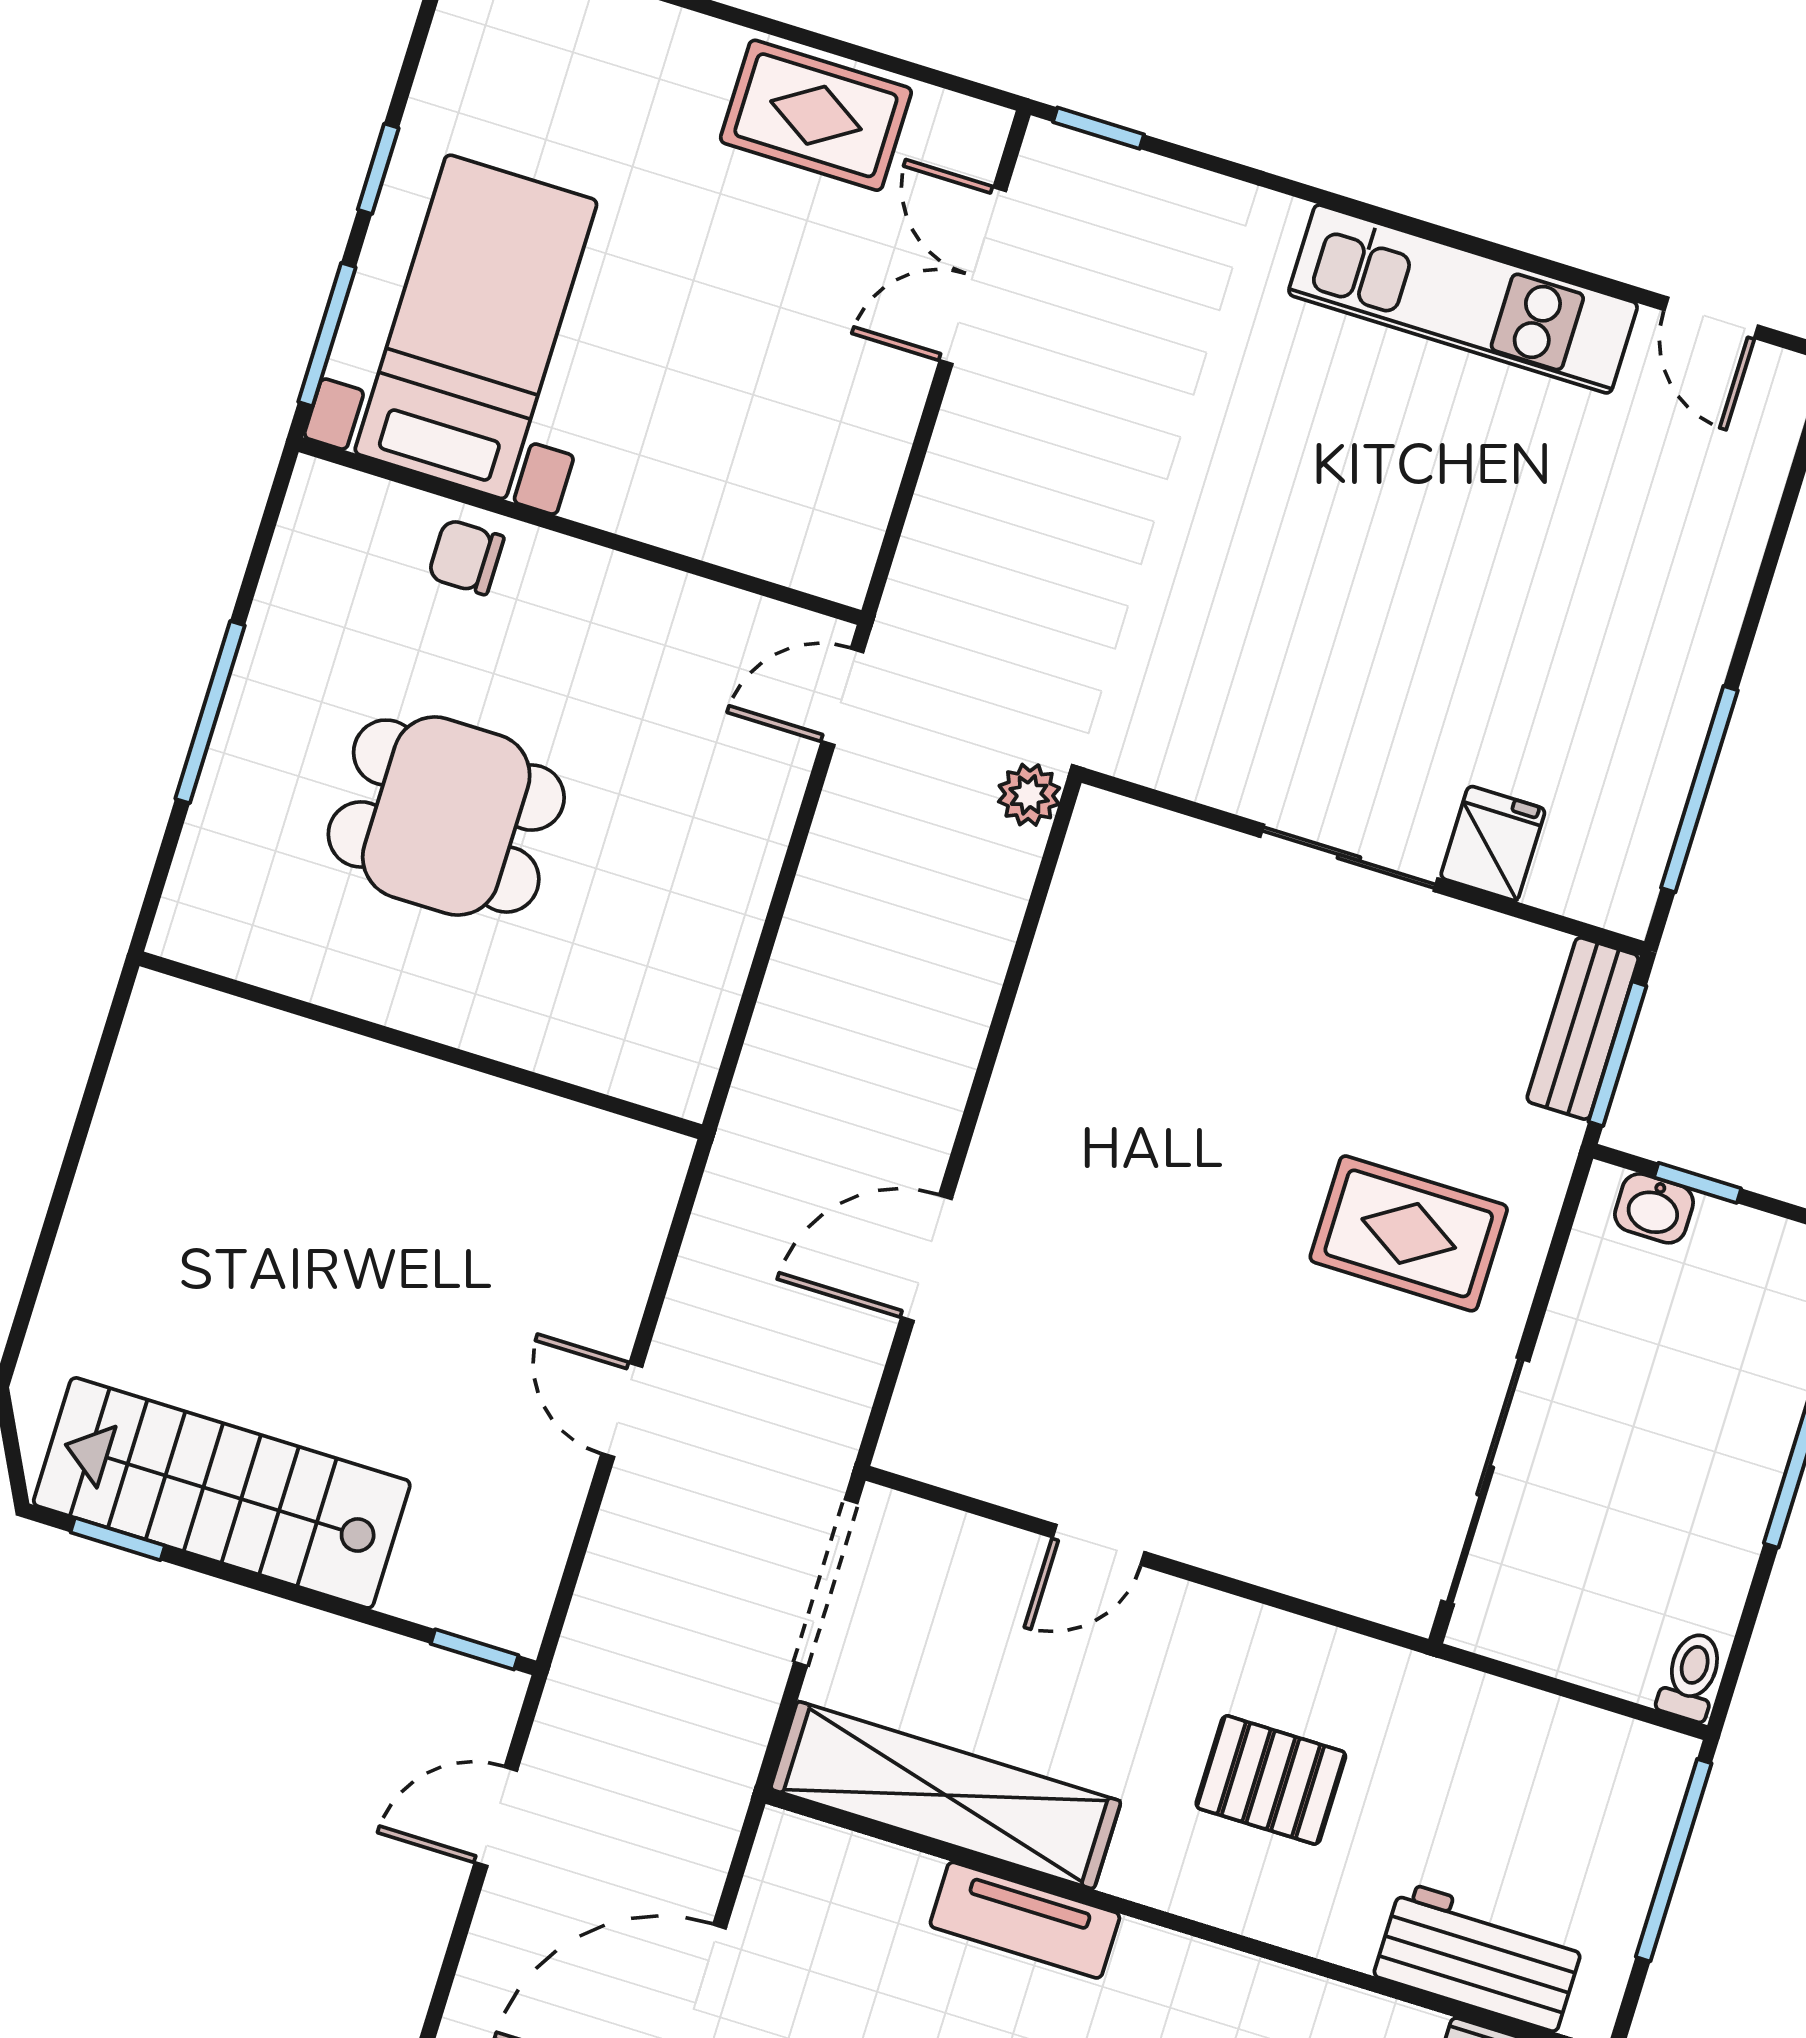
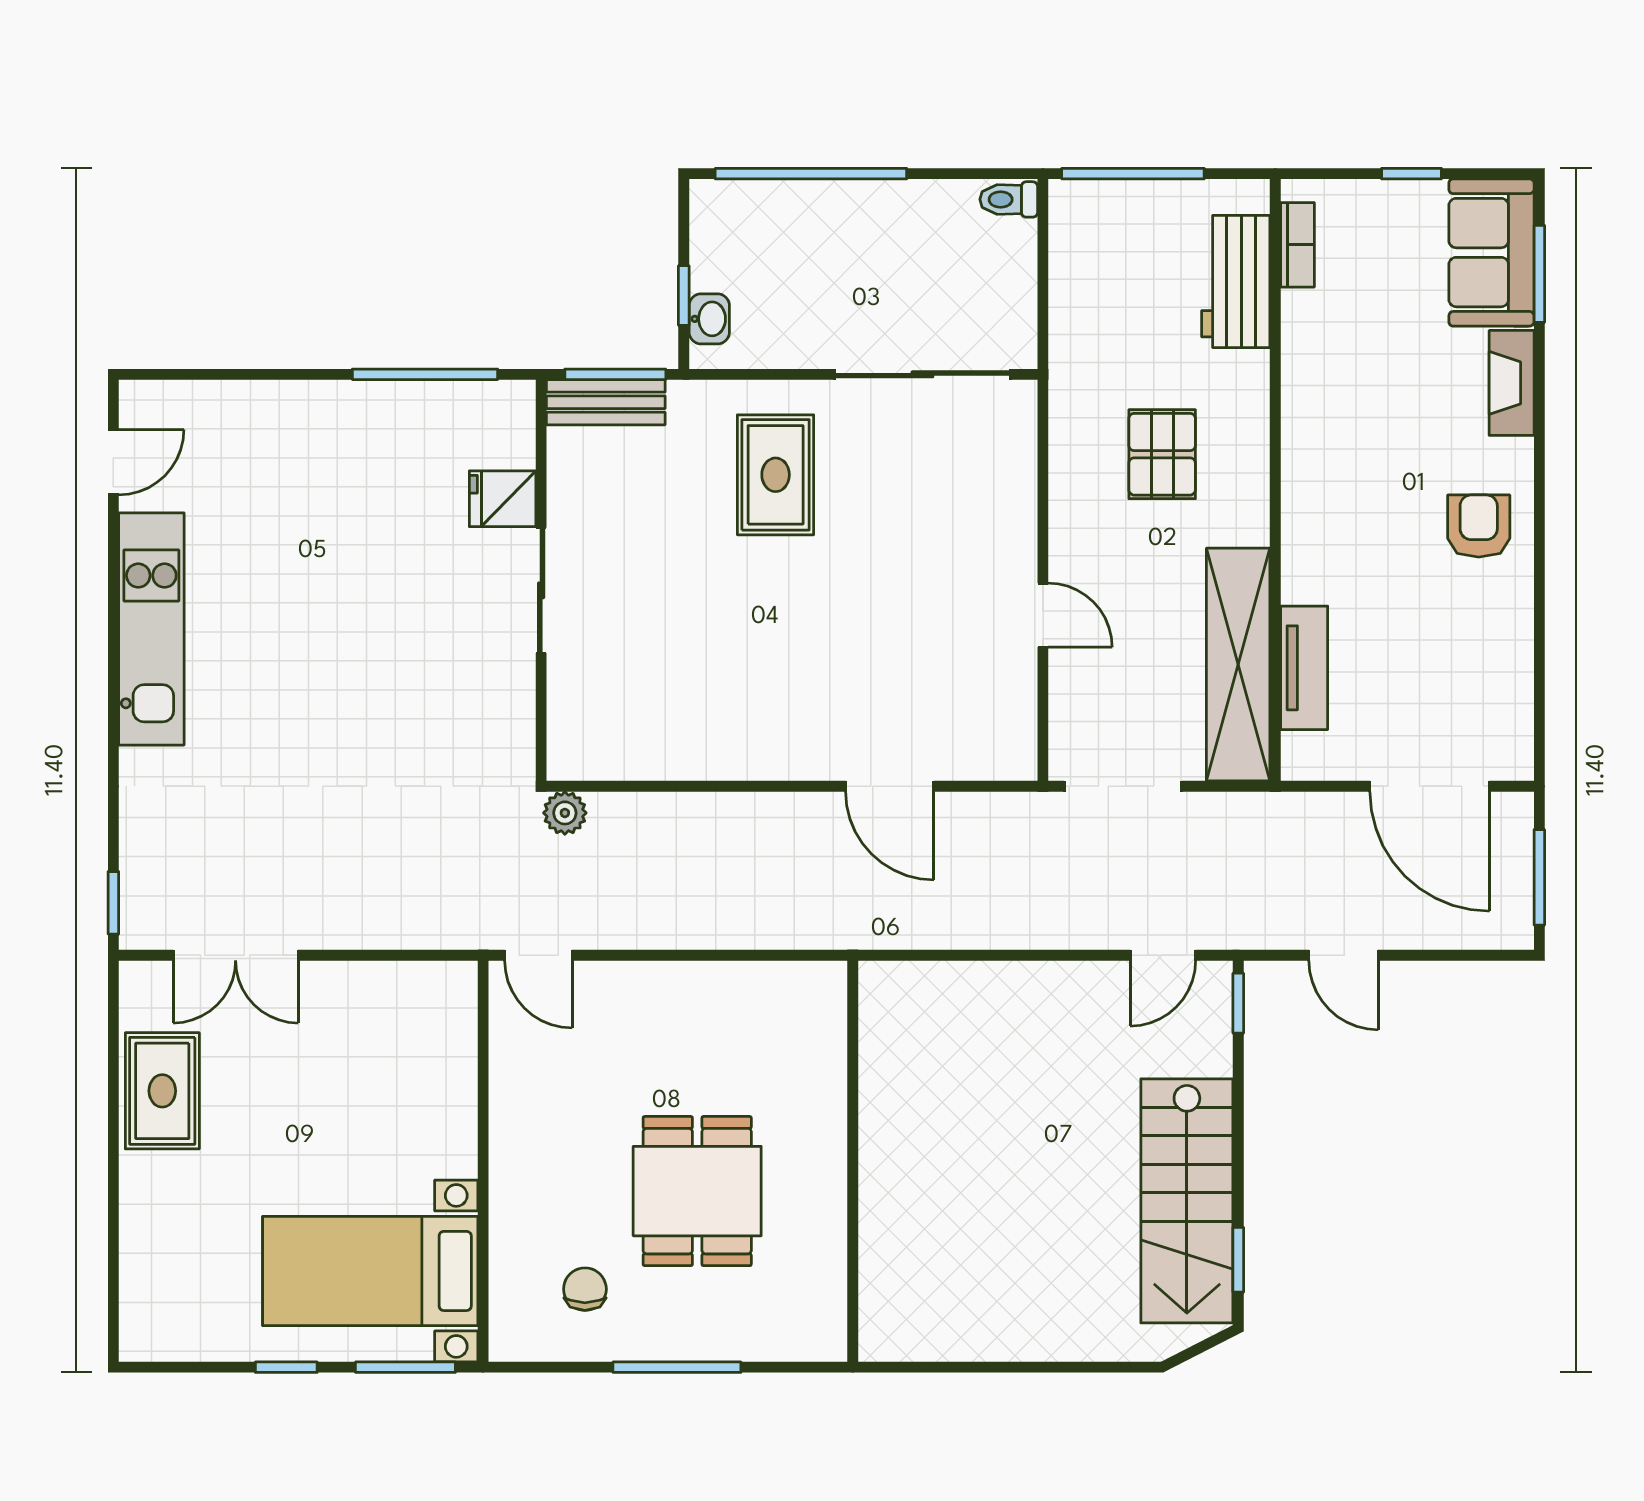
chair: (466, 557) -> (585, 1289), moved, turned 180
door: (622, 1410) -> (1163, 955), moved
tv unit: (1025, 1920) -> (1304, 668), moved

